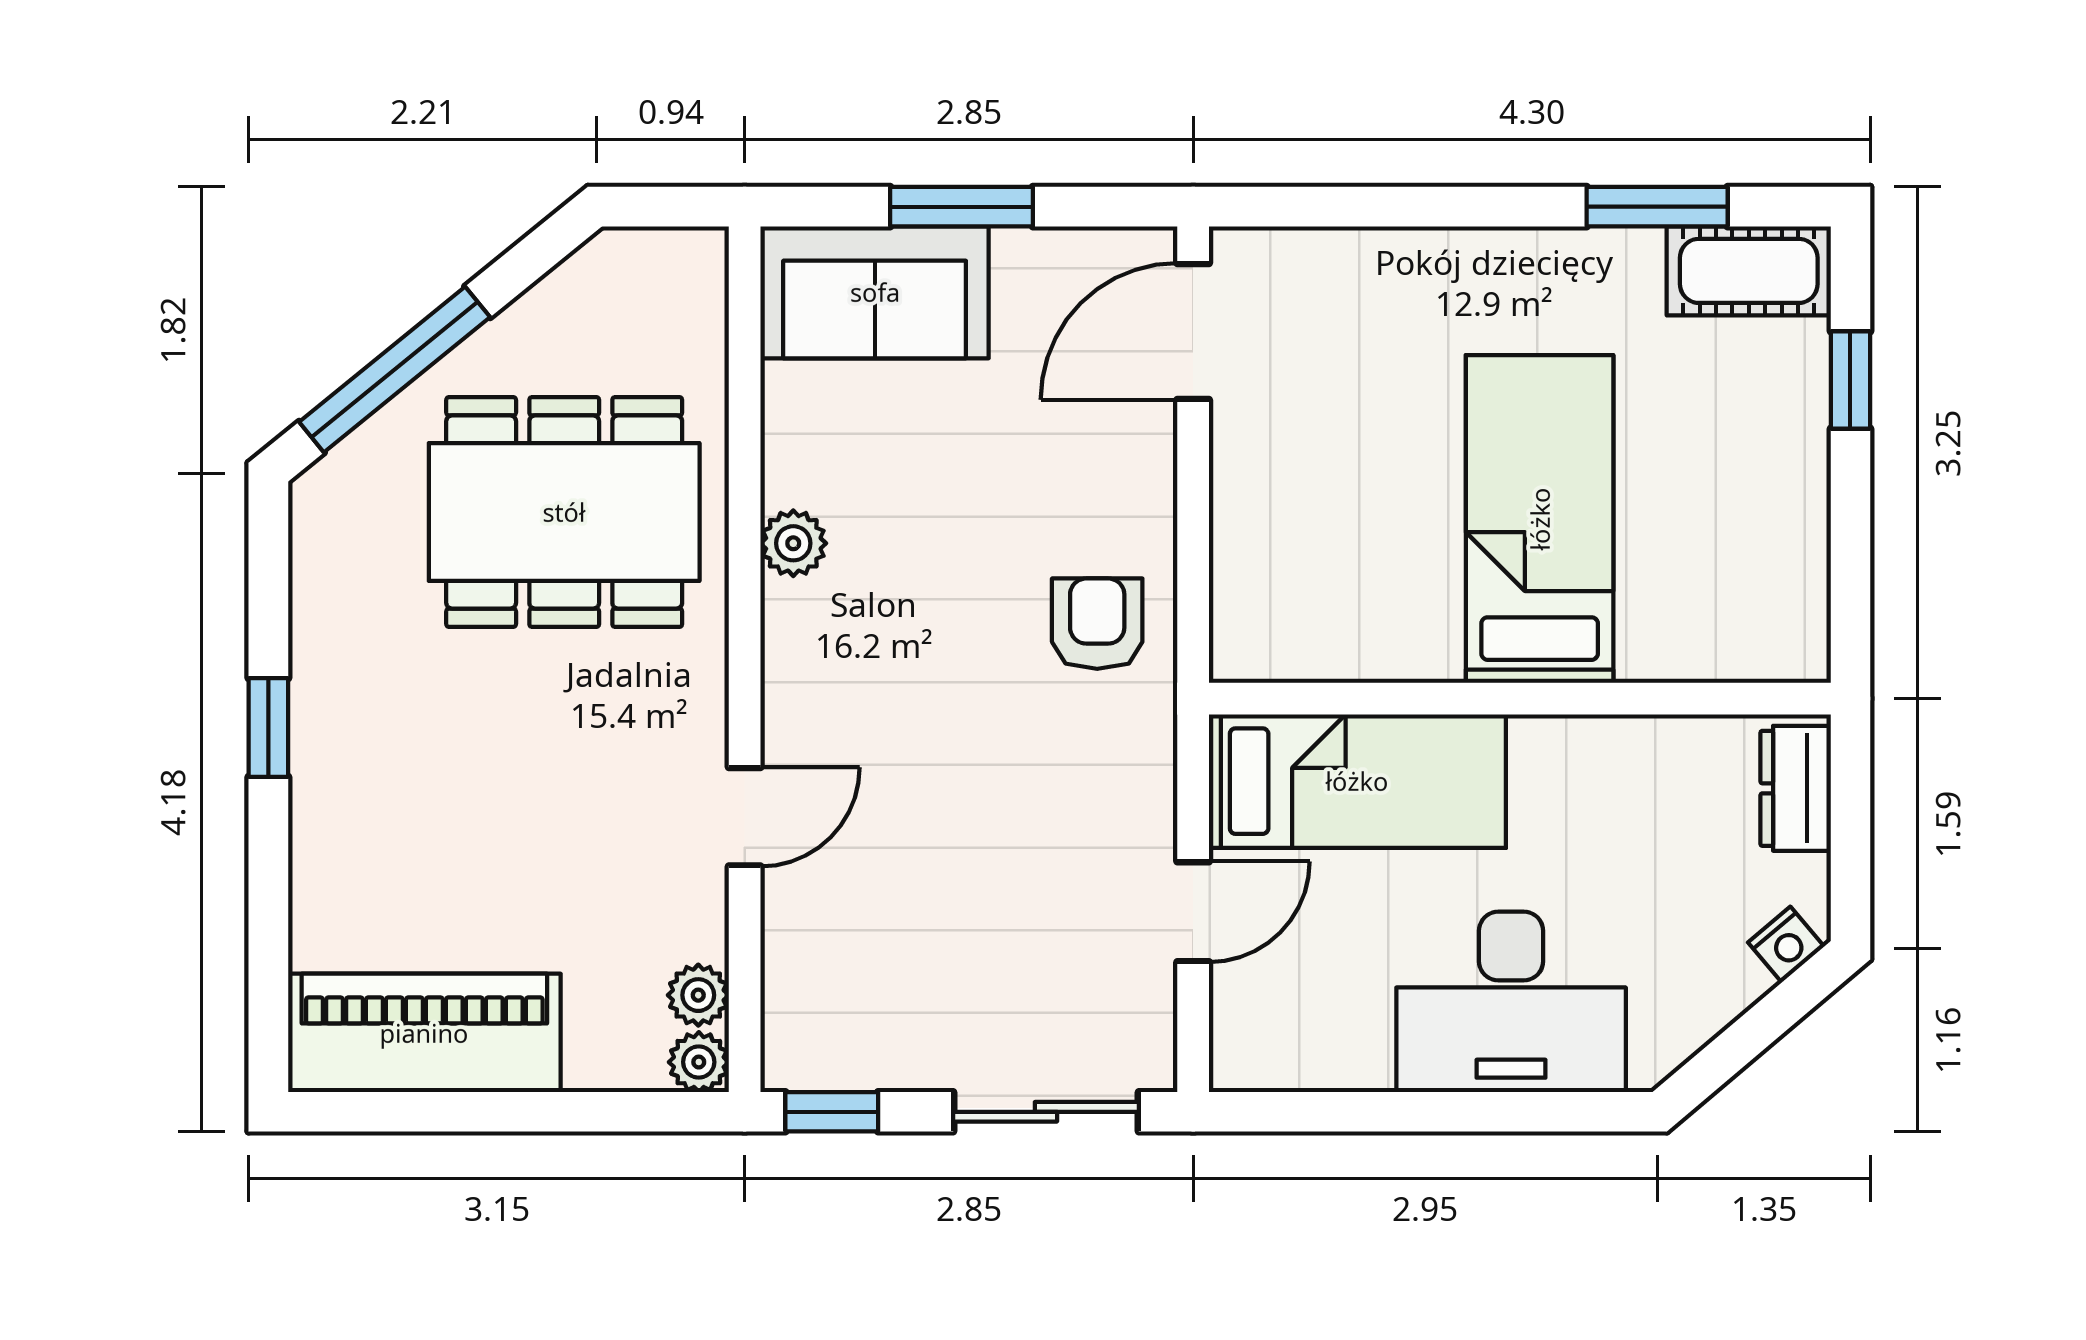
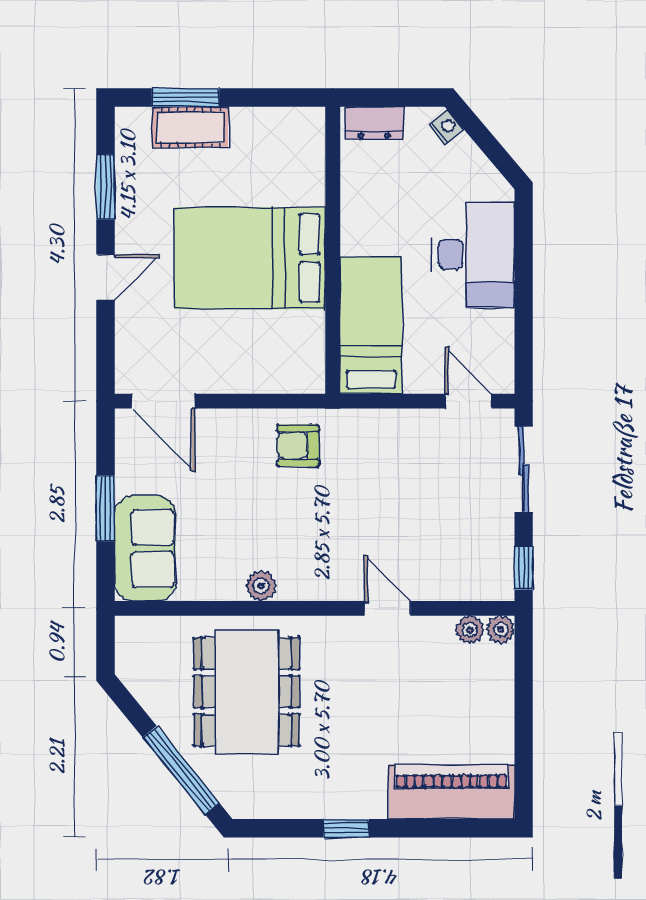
door: (1462, 207) -> (106, 277), added
cot: (1749, 271) -> (190, 127), moved, turned 90
window: (1850, 380) -> (186, 98), width x1.50
bed: (1540, 519) -> (250, 258), width x1.50
door: (1193, 912) -> (468, 401), moved
piano: (424, 1033) -> (452, 792), moved, turned 90

